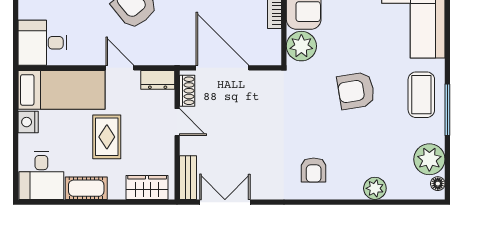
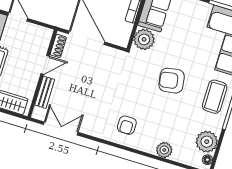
dresser: (158, 80) -> (41, 33), removed
door: (177, 122) -> (45, 65), hinge flipped
bench: (188, 178) -> (45, 92), moved

